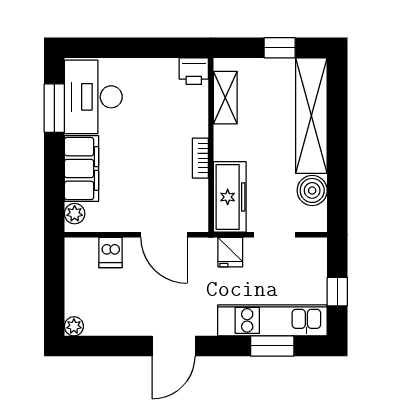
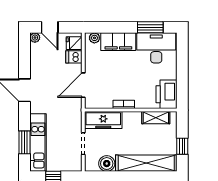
printer: (194, 71) -> (166, 94), width x1.87, depth x1.48
fridge: (230, 252) -> (74, 43), moved
door: (54, 298) -> (50, 27), added

